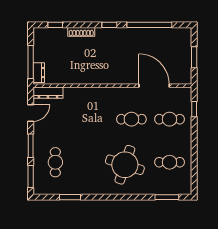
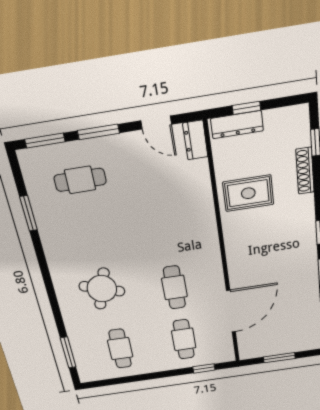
shoe rack: (81, 32) -> (305, 171), moved
window: (31, 62) -> (246, 108), width x0.46
rug: (78, 66) -> (248, 193), added
dresser: (39, 73) -> (237, 125), width x1.44
dresser: (48, 93) -> (195, 140), width x0.70
round table: (125, 165) -> (102, 289), width x0.73, depth x0.73

